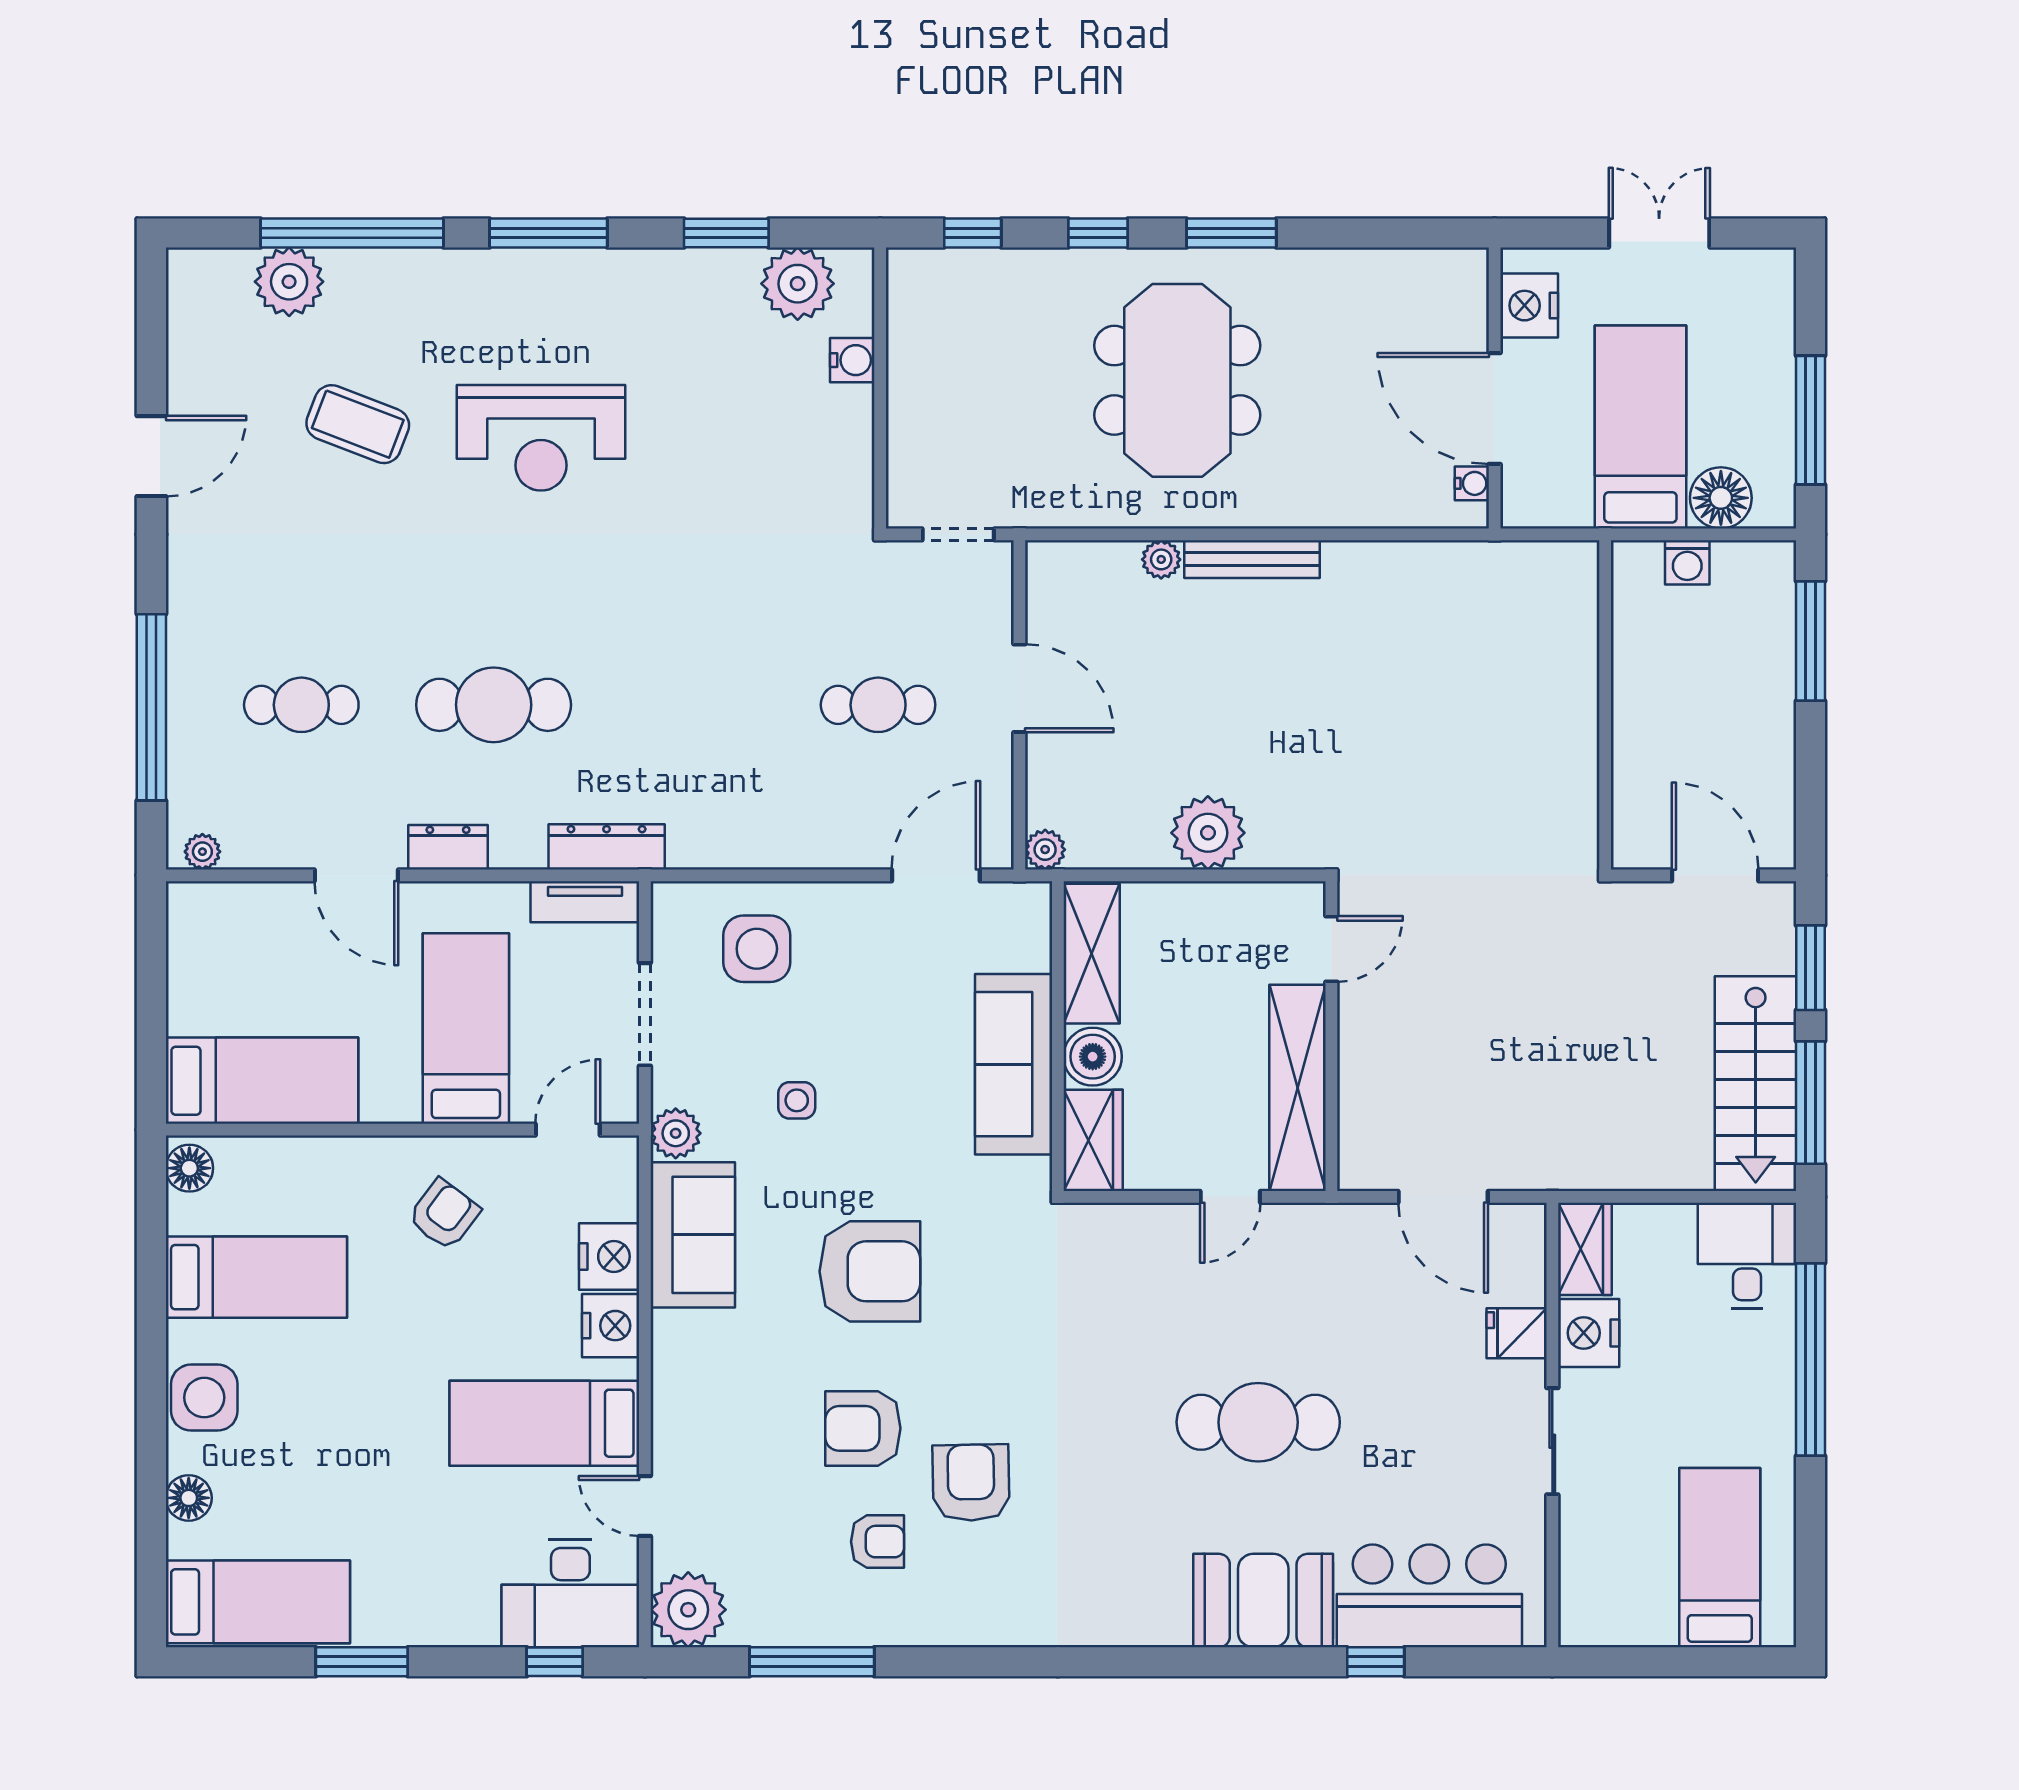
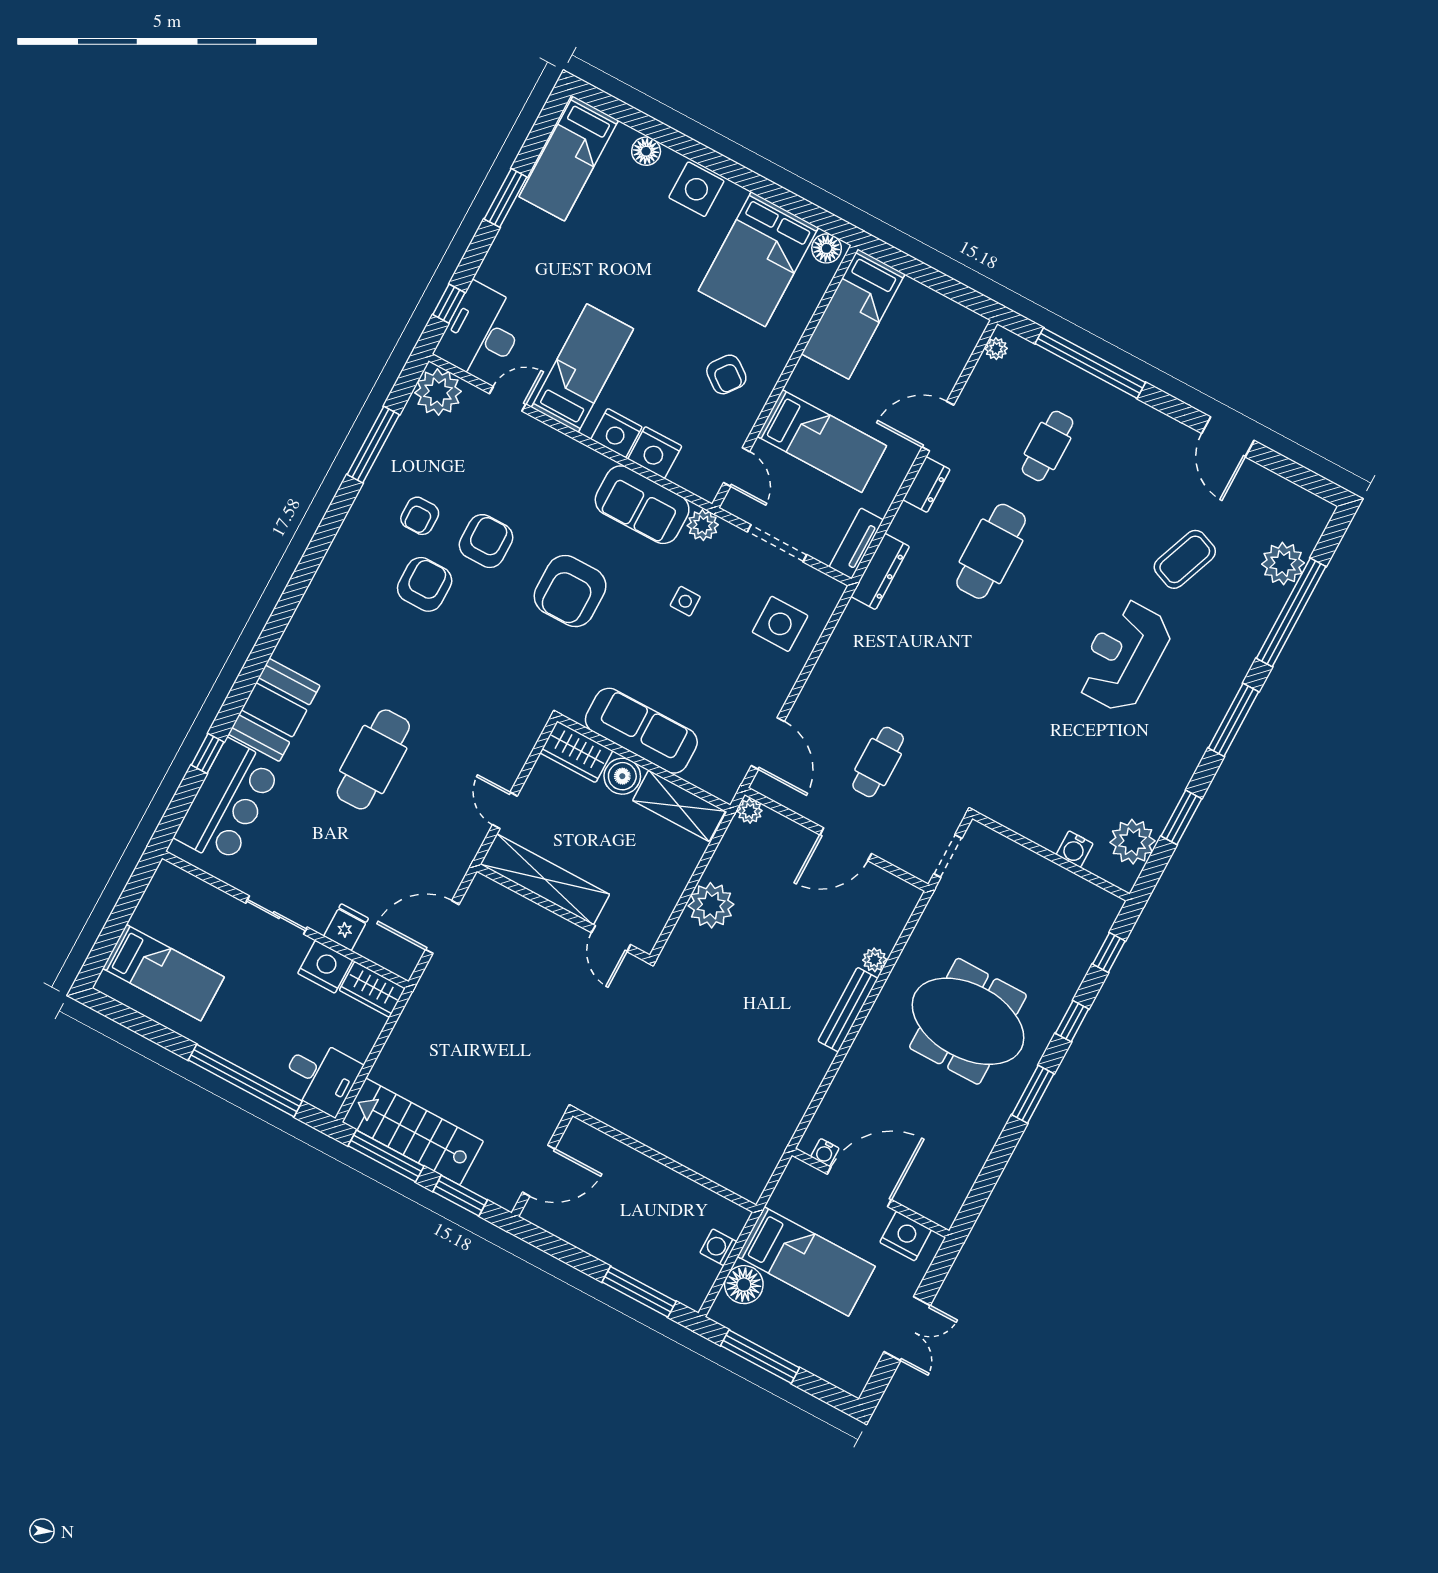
bed: (256, 1277) -> (758, 259), width x1.50
armchair: (971, 1483) -> (425, 584), turned -89

